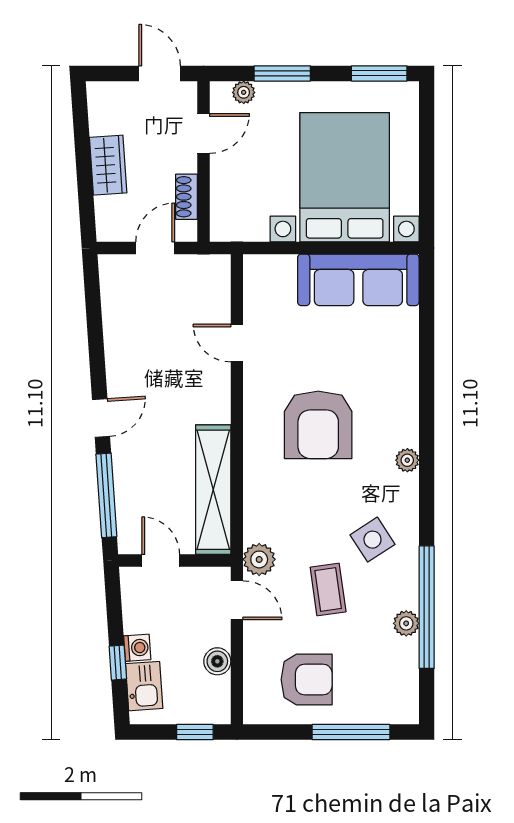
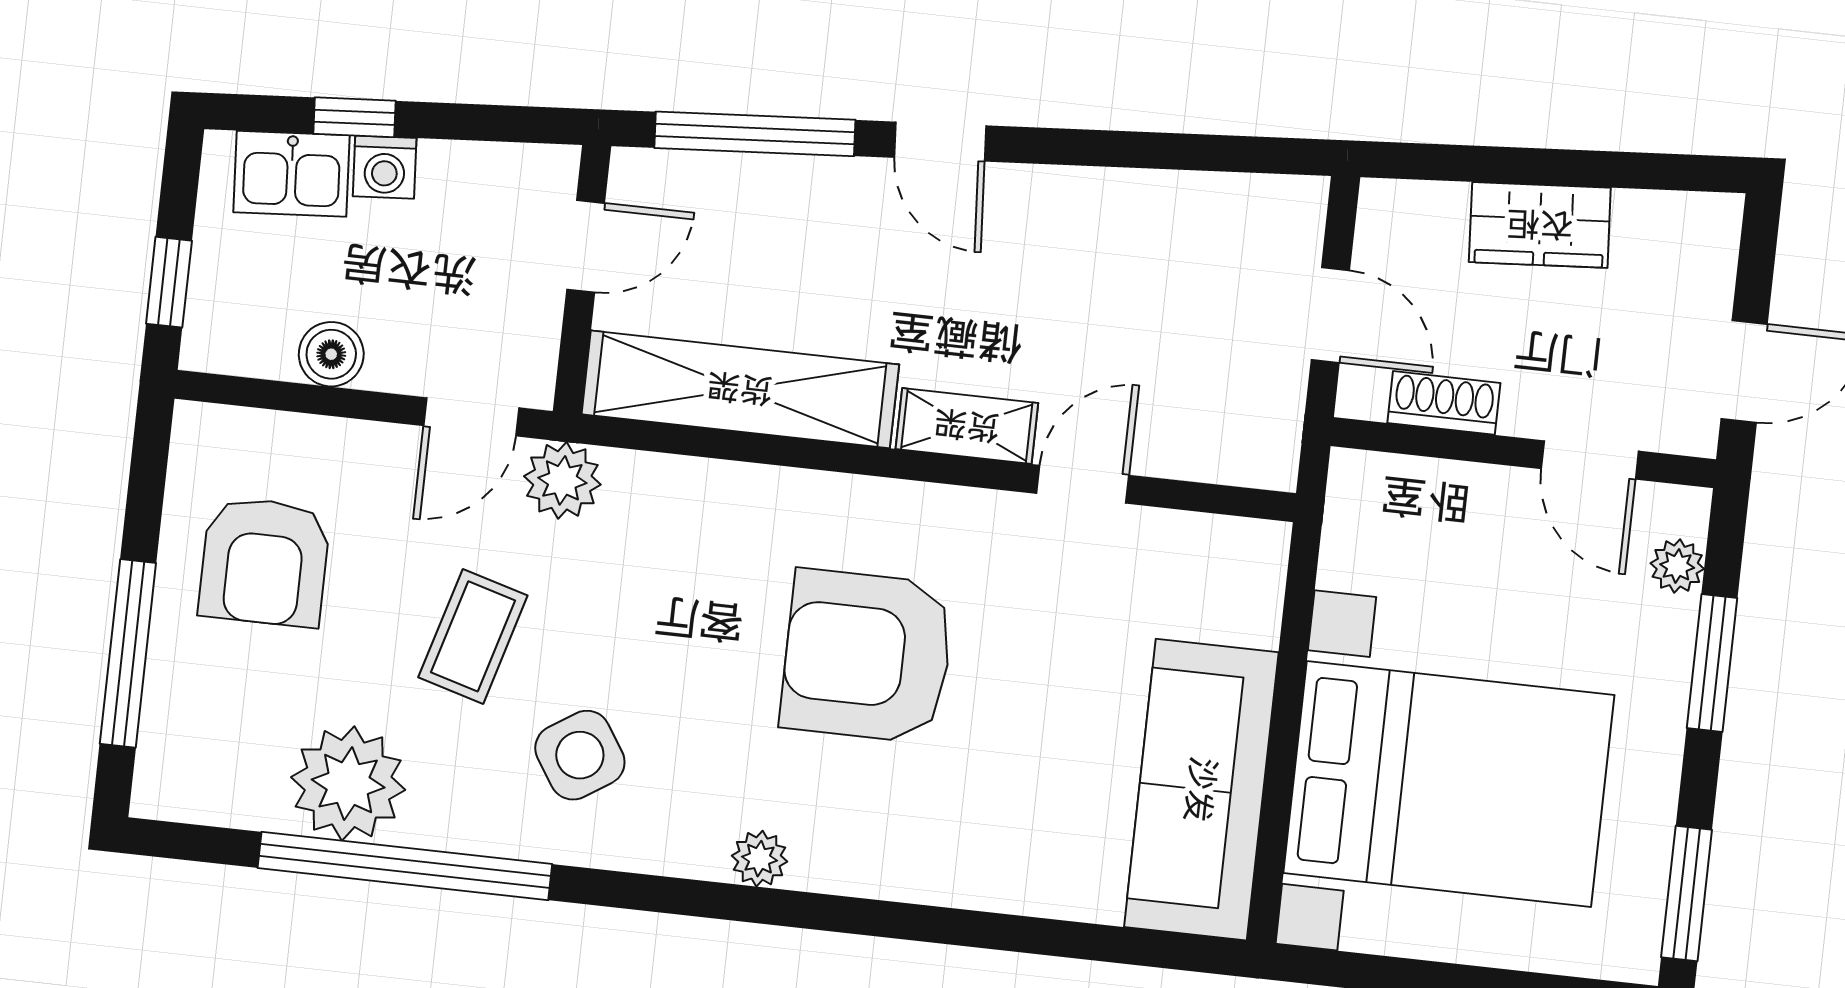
shelving: (218, 394) -> (967, 426), added
coffee table: (328, 589) -> (473, 636), turned -66
plant: (406, 623) -> (348, 784), width x1.88, depth x1.88

